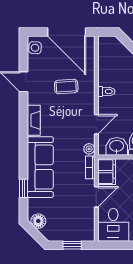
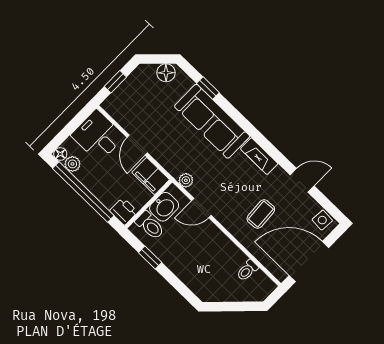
toilet: (106, 91) -> (247, 270), moved
door: (96, 124) -> (201, 208), hinge flipped
bookcase: (90, 167) -> (169, 165), removed

